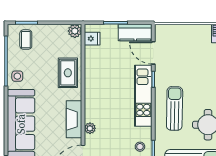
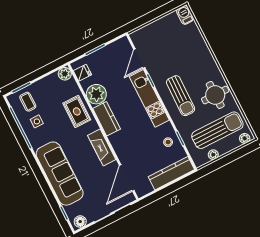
kitchen counter: (135, 32) -> (107, 119), moved, turned -90
door: (153, 53) -> (139, 59), hinge flipped
side table: (17, 76) -> (37, 121), moved
sun lounger: (175, 108) -> (181, 96), turned 180
plant: (90, 128) -> (96, 94), moved, width x1.88, depth x1.88

